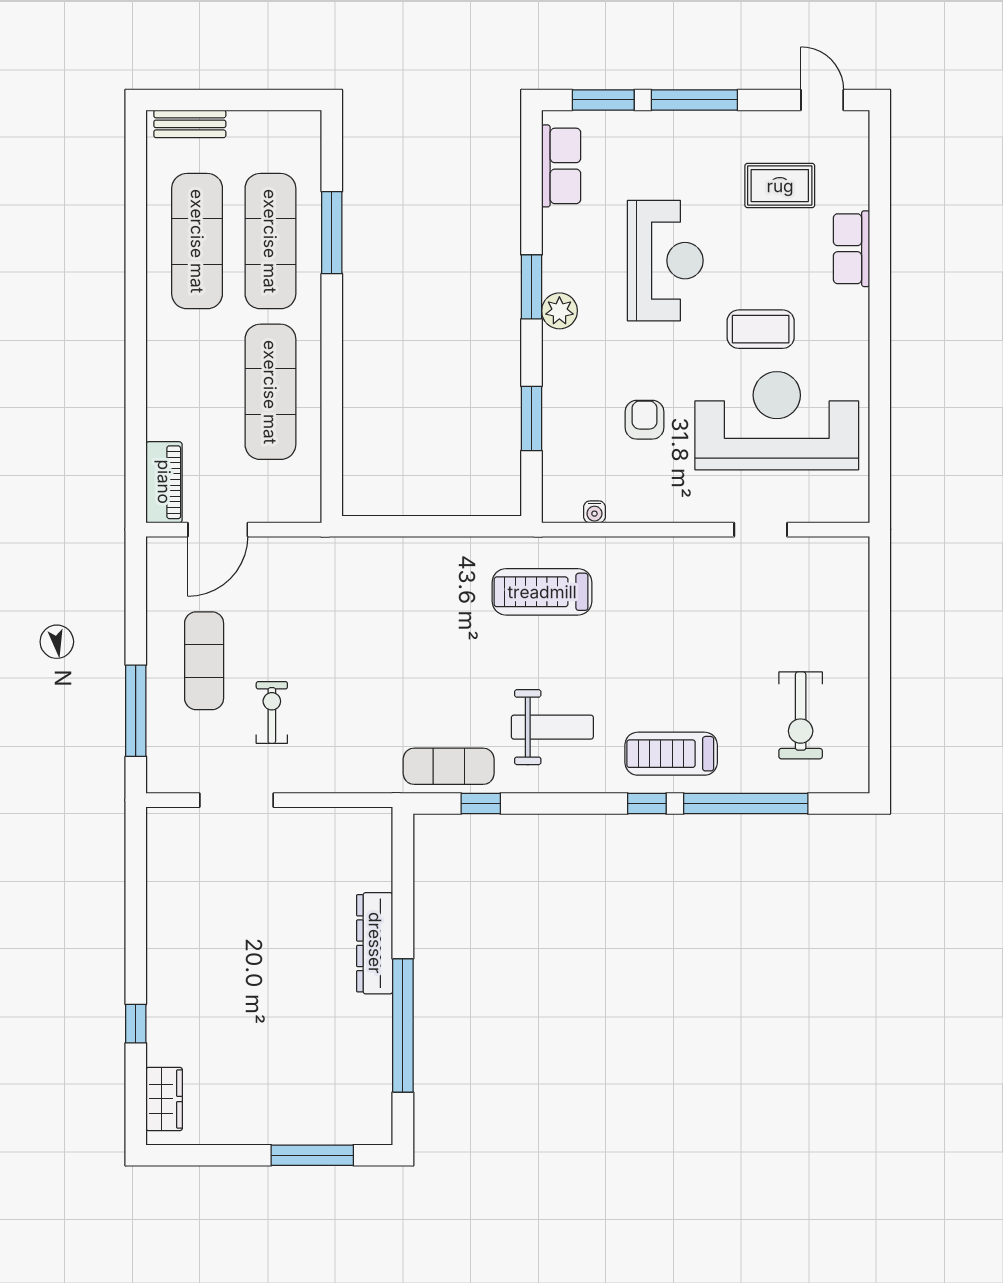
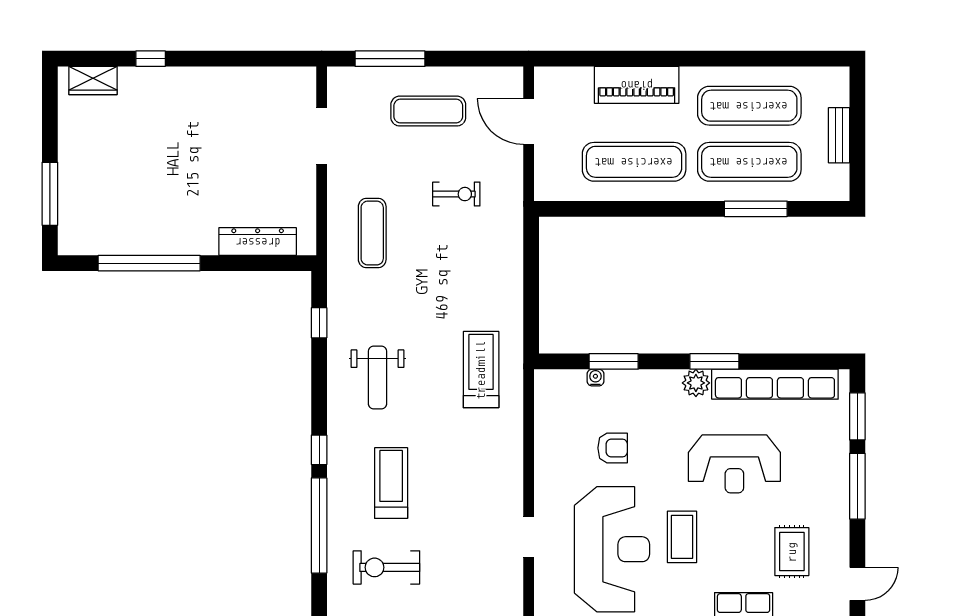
bench: (190, 124) -> (839, 135), moved
row of seats: (561, 166) -> (775, 384), width x2.02
piano: (164, 482) -> (637, 85), moved, width x1.37, depth x1.33
water cooler: (594, 512) -> (595, 378), moved, turned 90
exercise bike: (272, 712) -> (456, 194), moved
treadmill: (671, 754) -> (391, 483), moved
exercise mat: (449, 766) -> (372, 233), moved
dresser: (375, 943) -> (258, 242), moved

